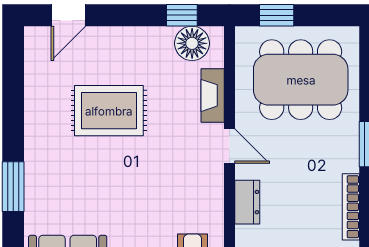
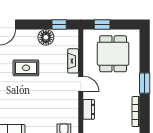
floor lamp: (192, 43) -> (46, 37), moved
dining table: (301, 80) -> (113, 54), width x0.73
rug: (109, 111) -> (26, 68), width x0.73, depth x0.70

